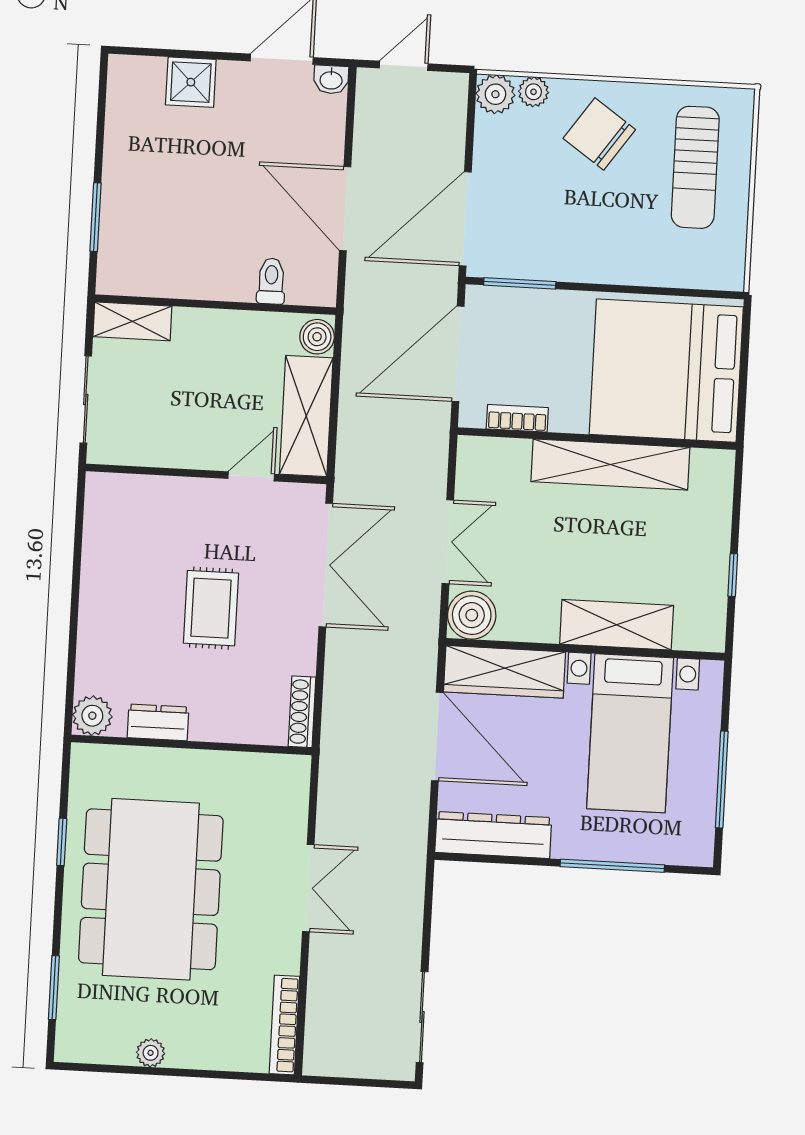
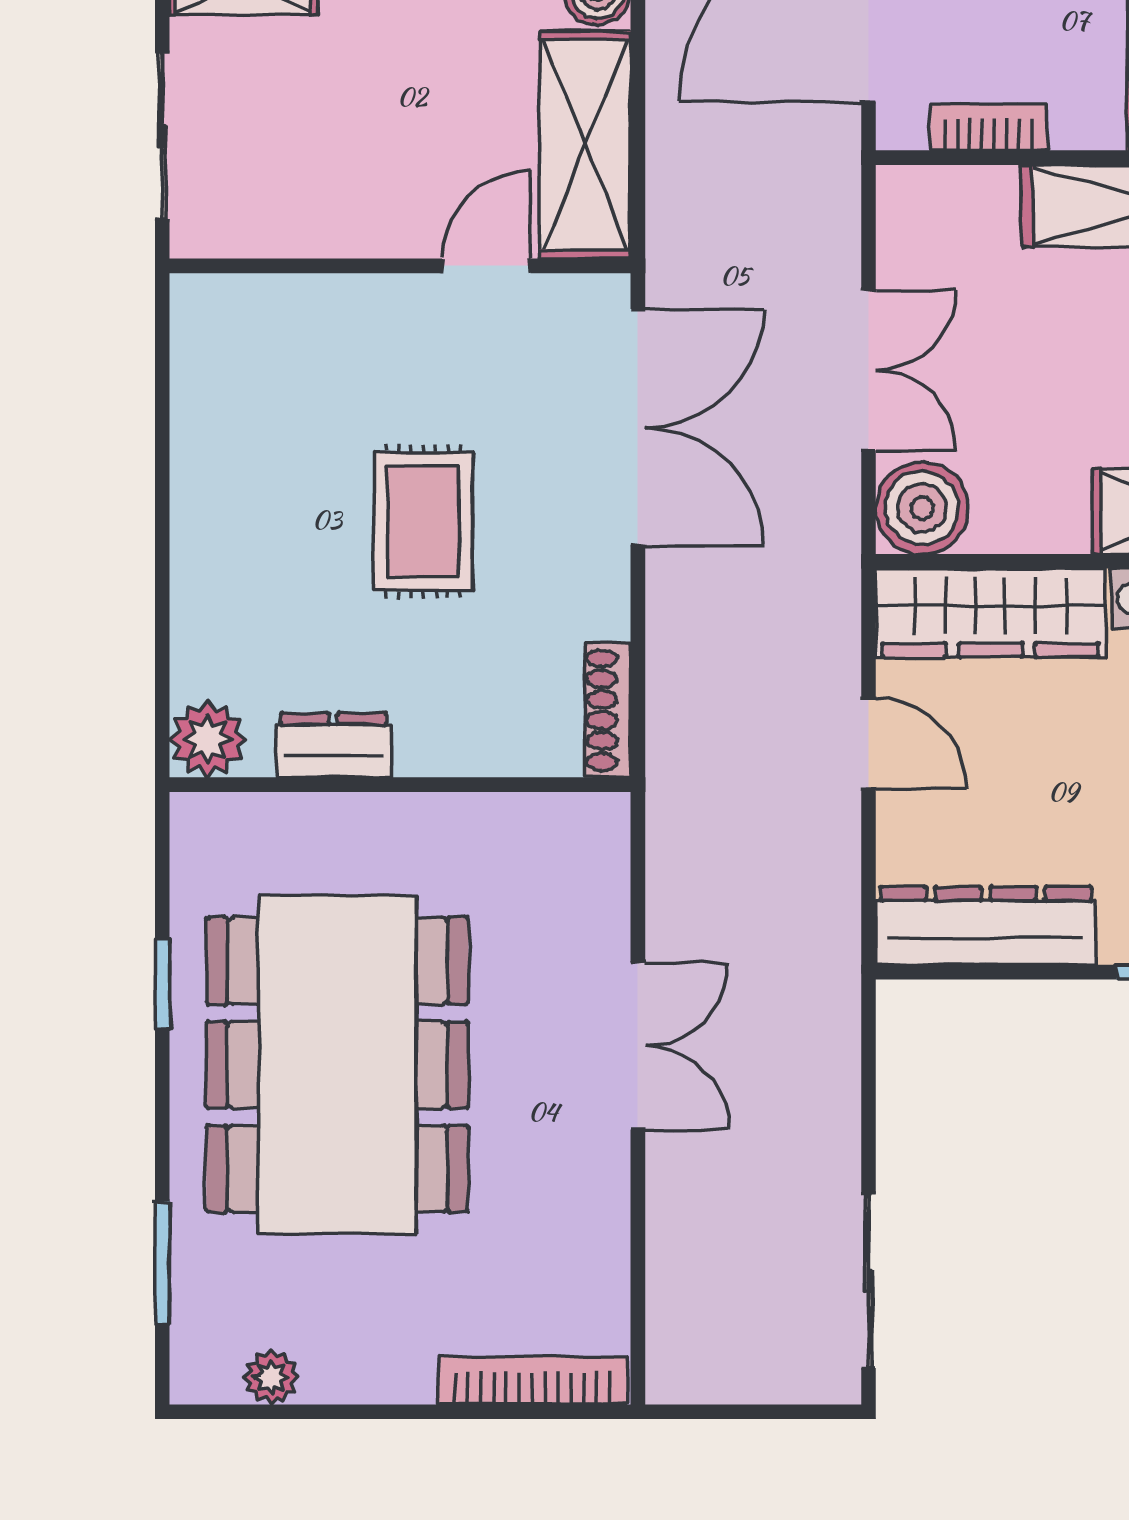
door: (437, 737) -> (869, 743), width x0.53
bookcase: (284, 1025) -> (532, 1380), moved, turned 90
plant: (151, 1053) -> (271, 1377), moved

